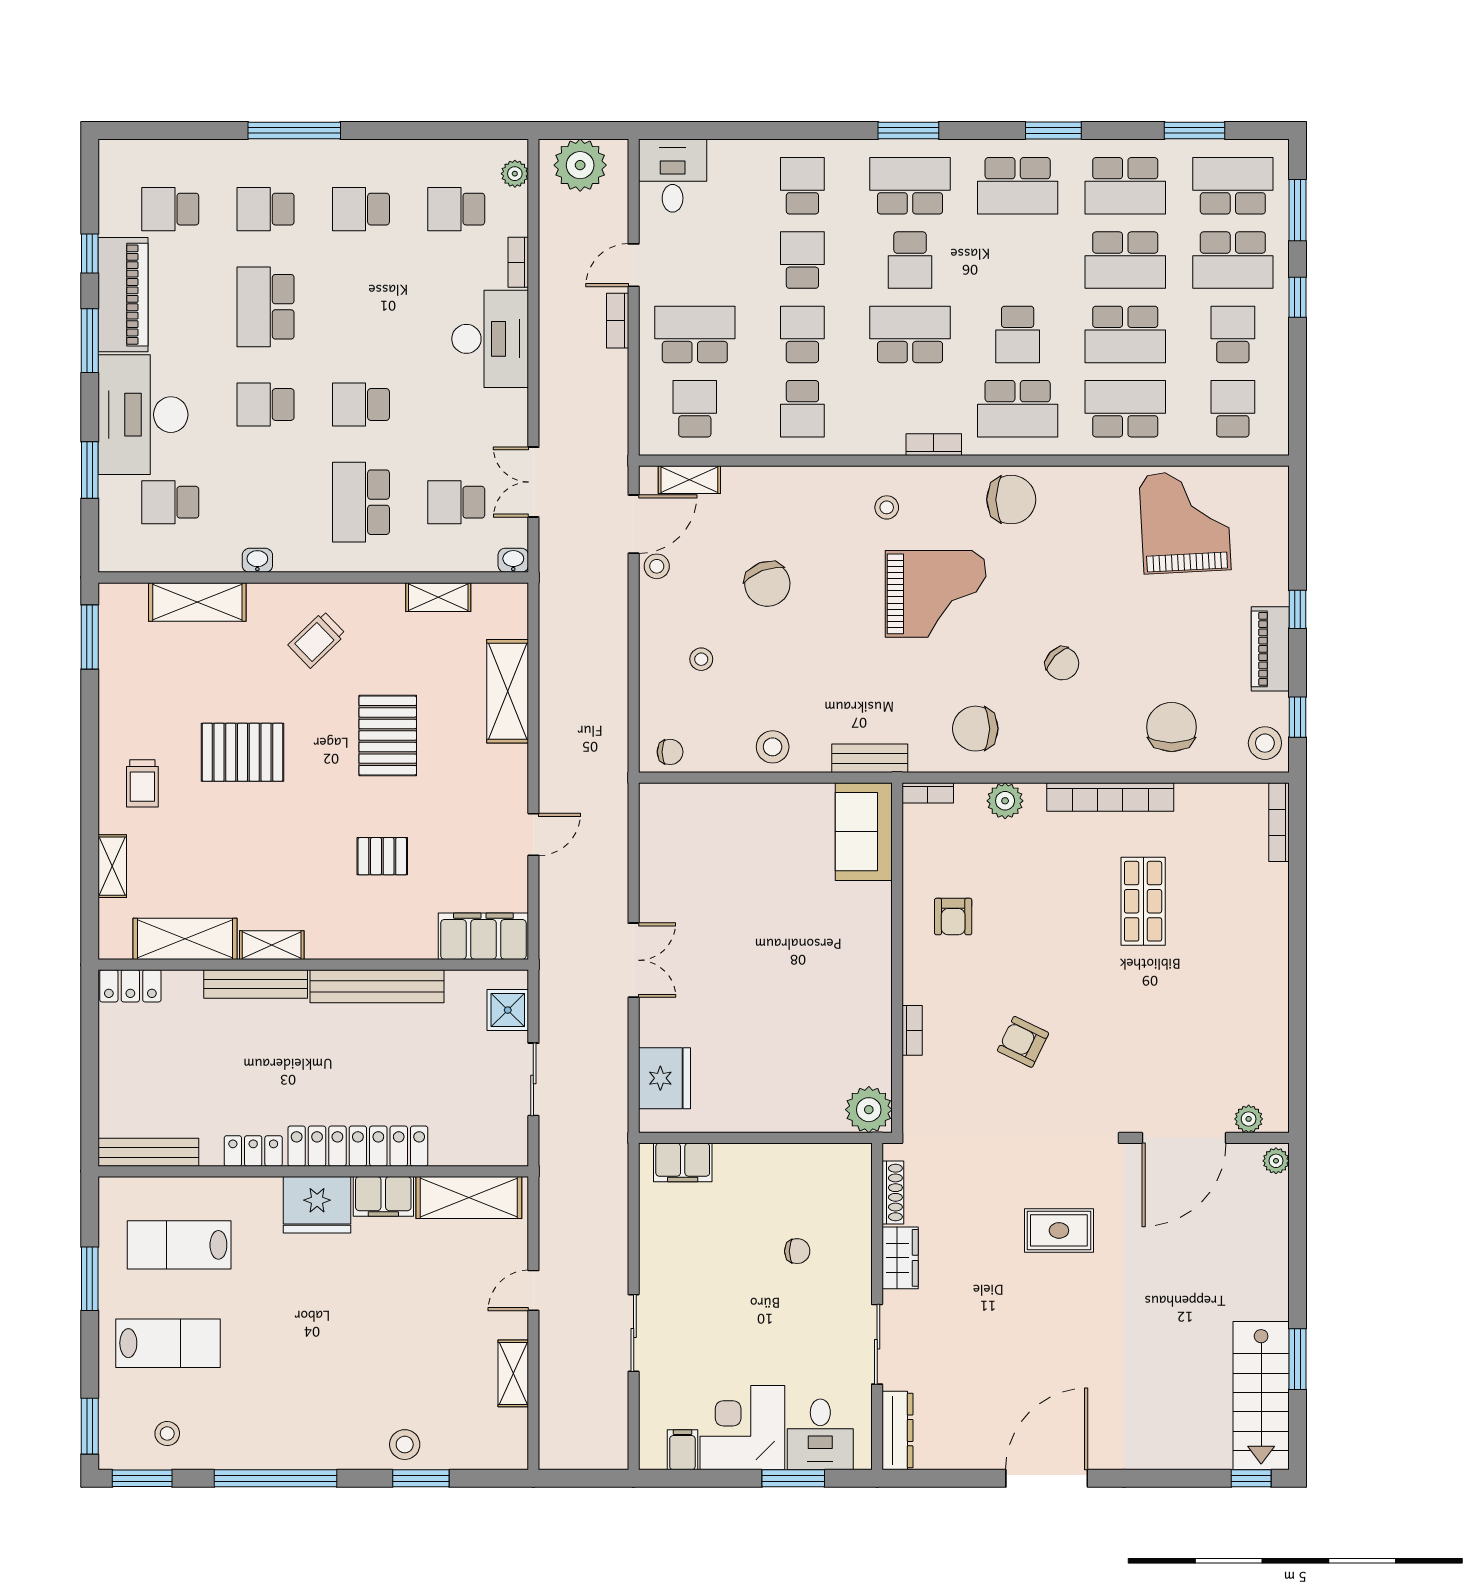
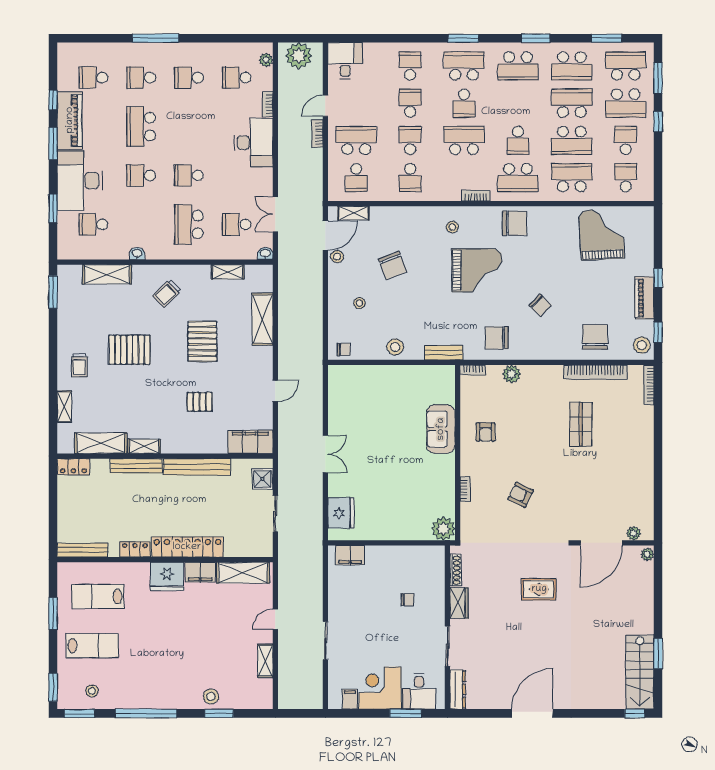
school desk: (1125, 260) -> (572, 103), turned 180
school desk: (695, 409) -> (356, 178), turned 180
bookcase: (1110, 797) -> (596, 372), moved
sofa: (864, 832) -> (441, 429), moved

